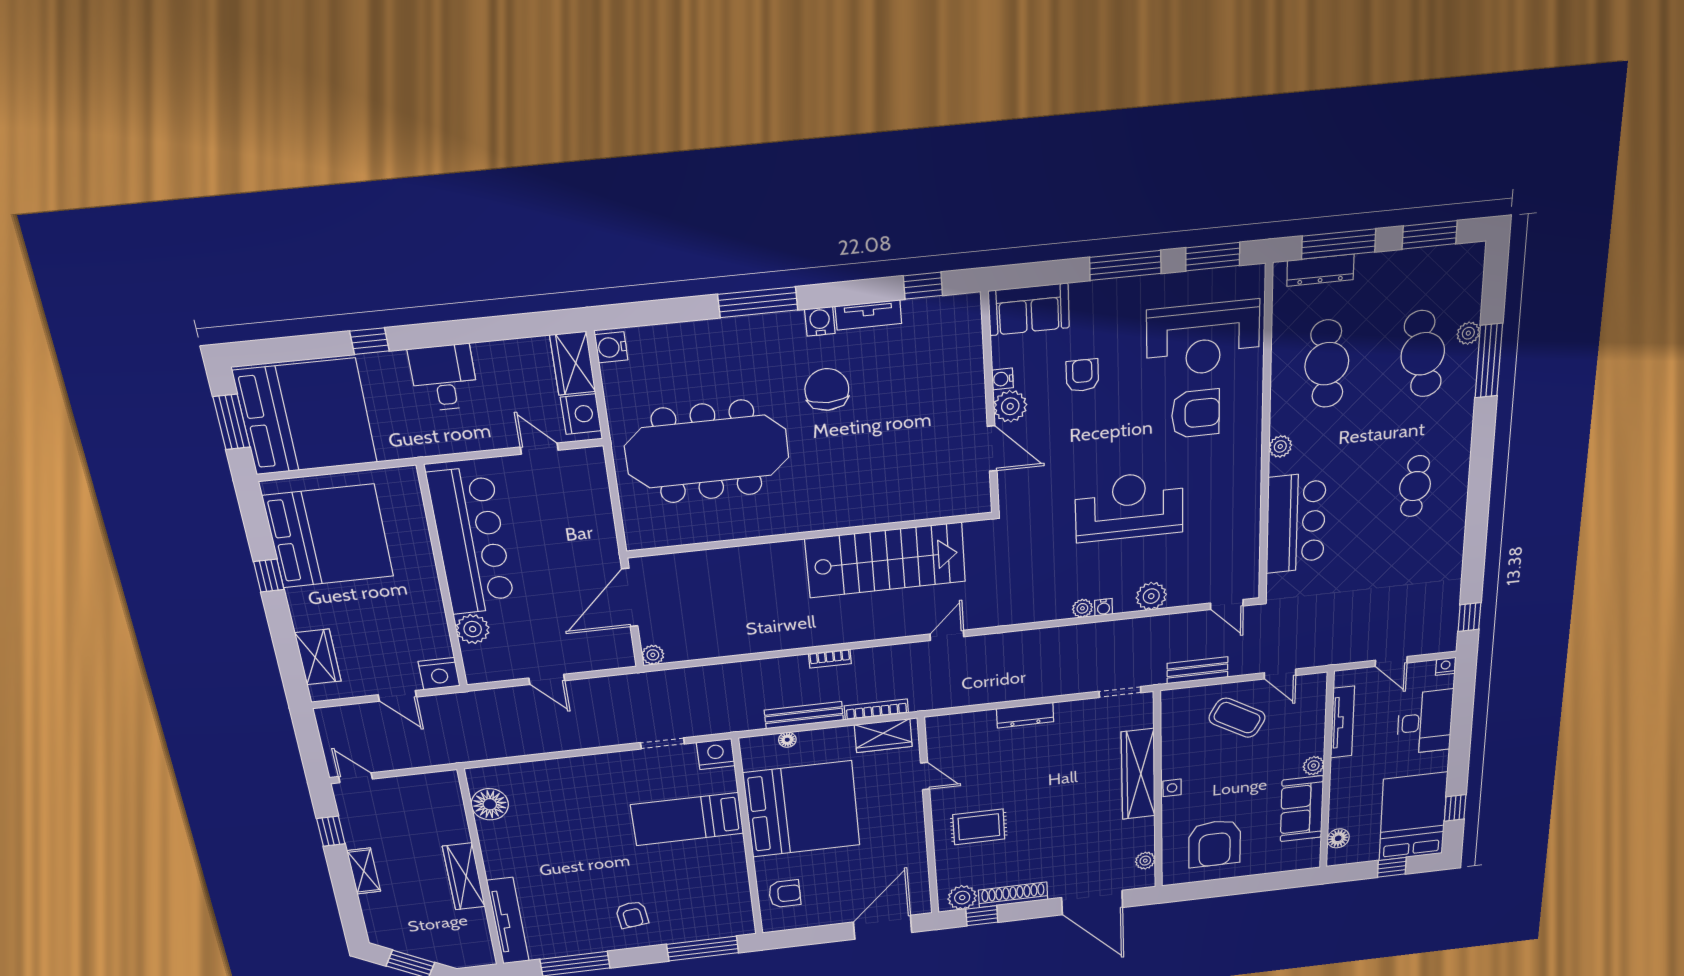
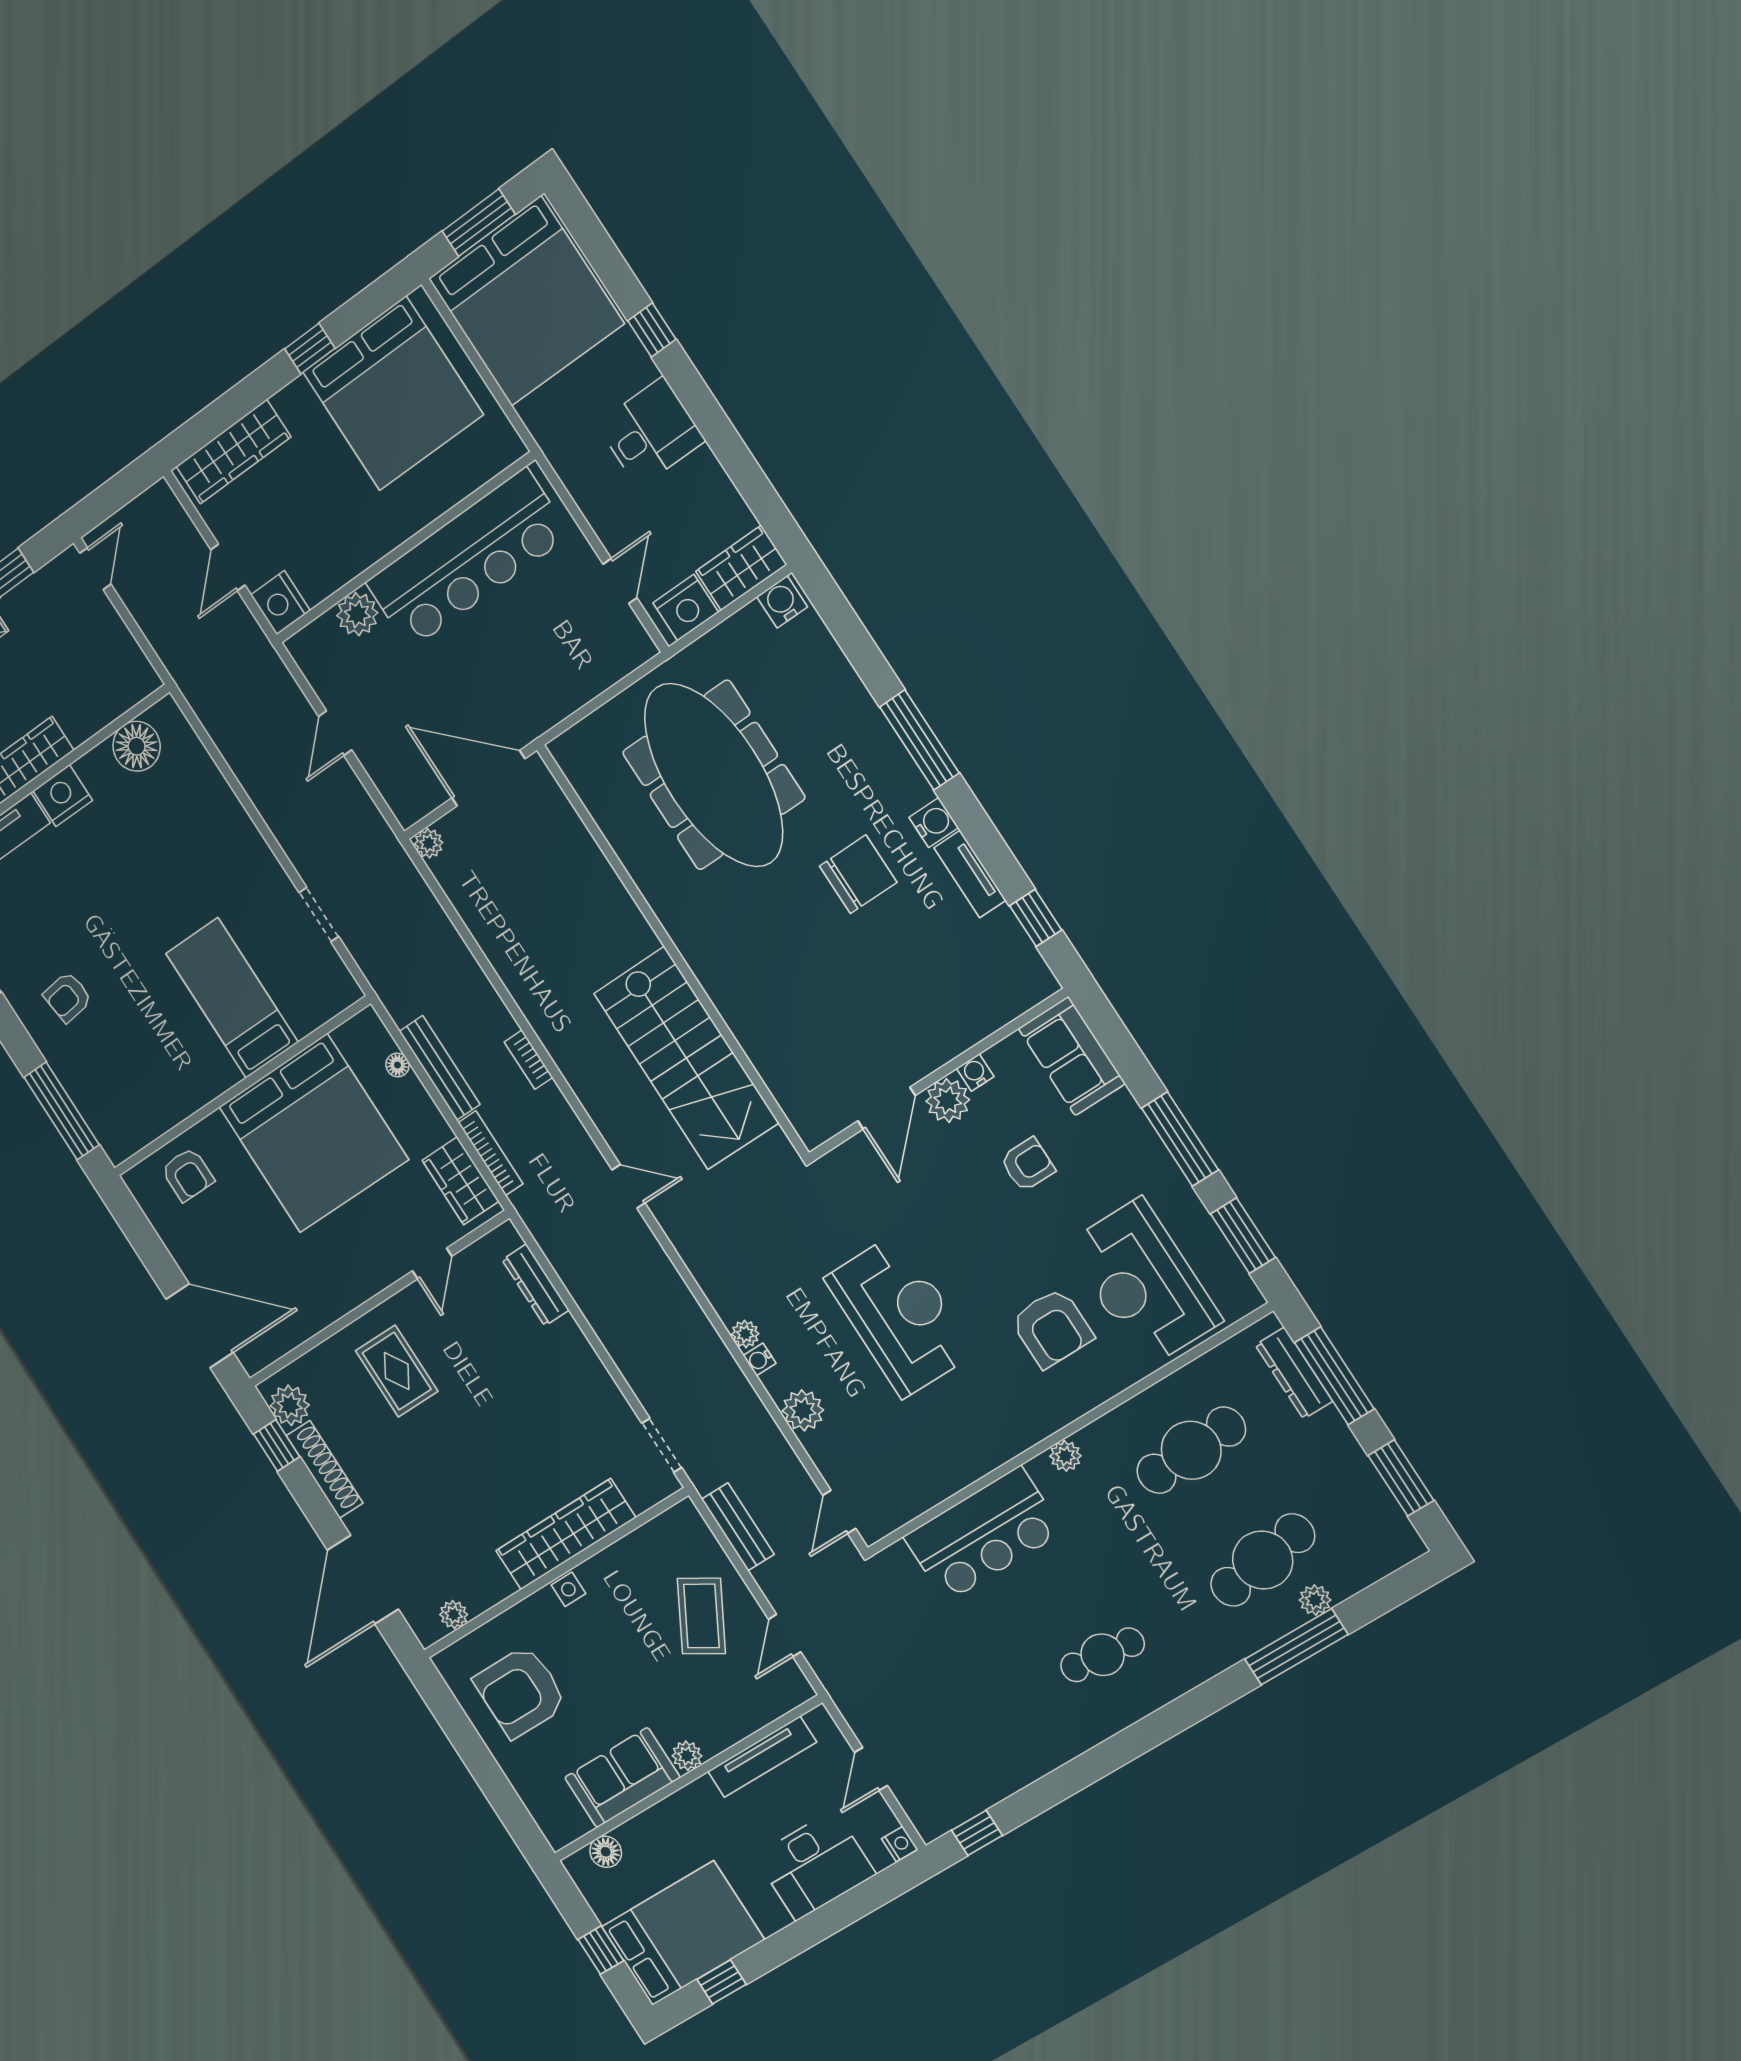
wardrobe: (318, 657) -> (233, 452), width x1.50
dresser: (1025, 715) -> (536, 1285), moved
nightstand: (716, 754) -> (63, 796), moved, turned -90

